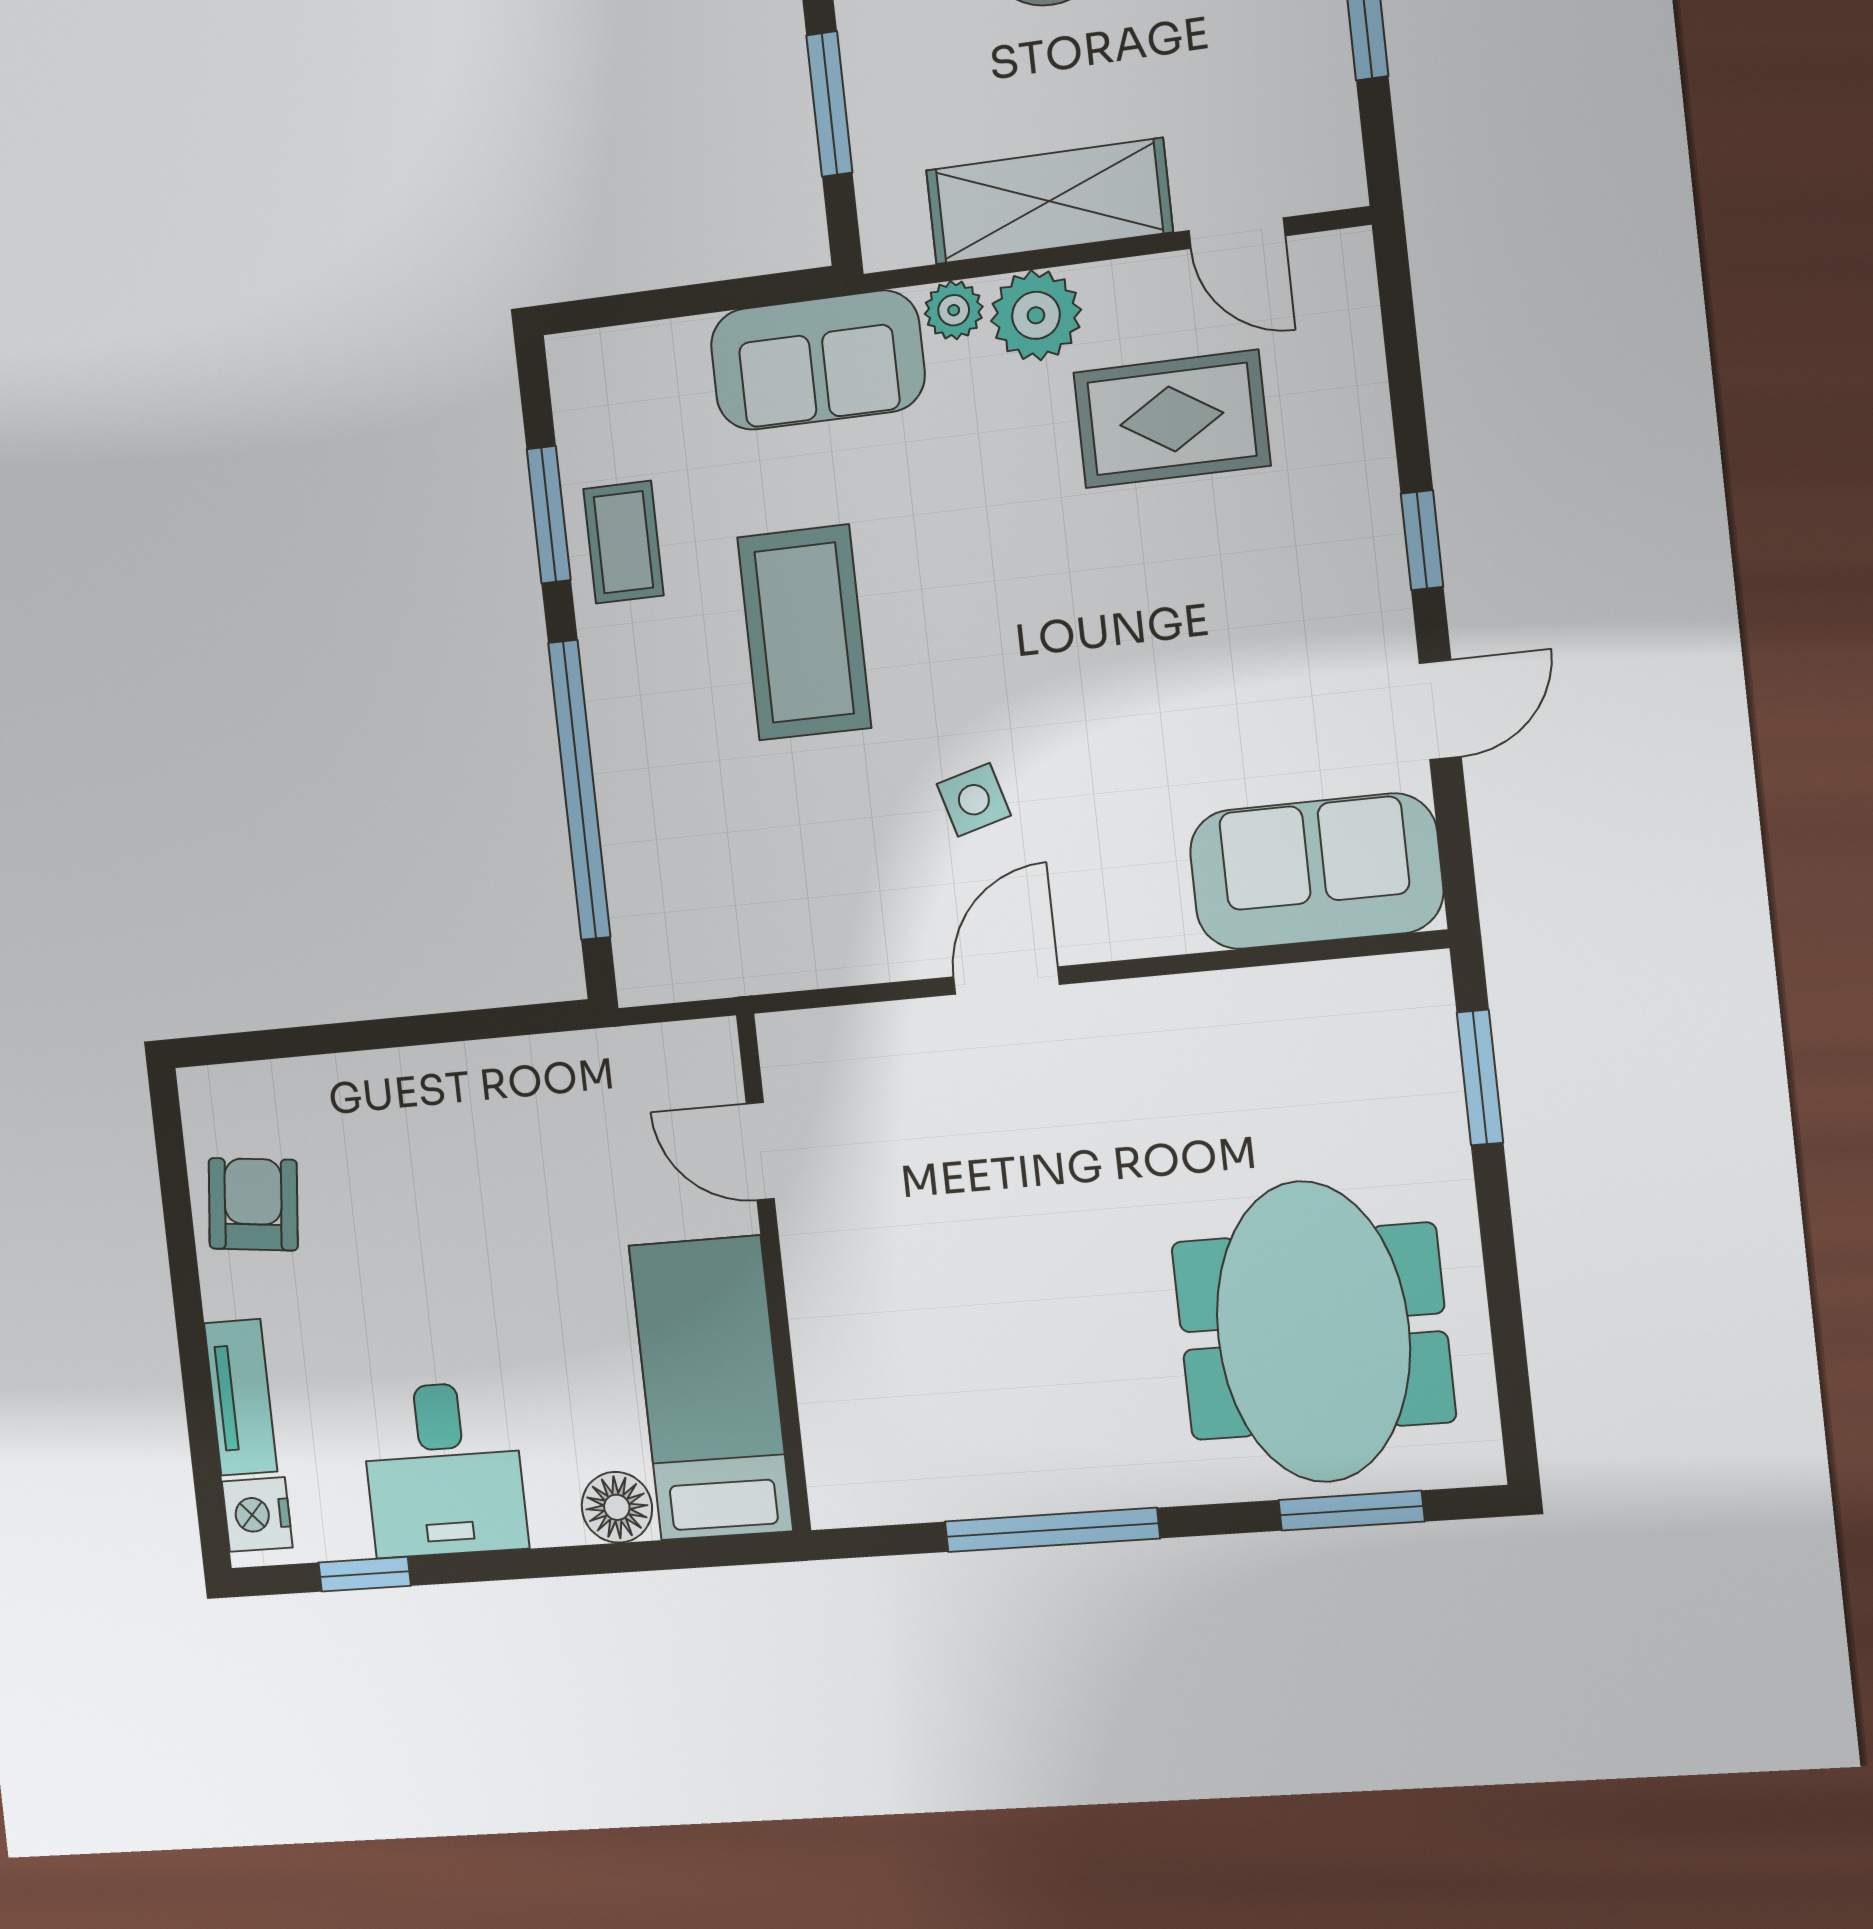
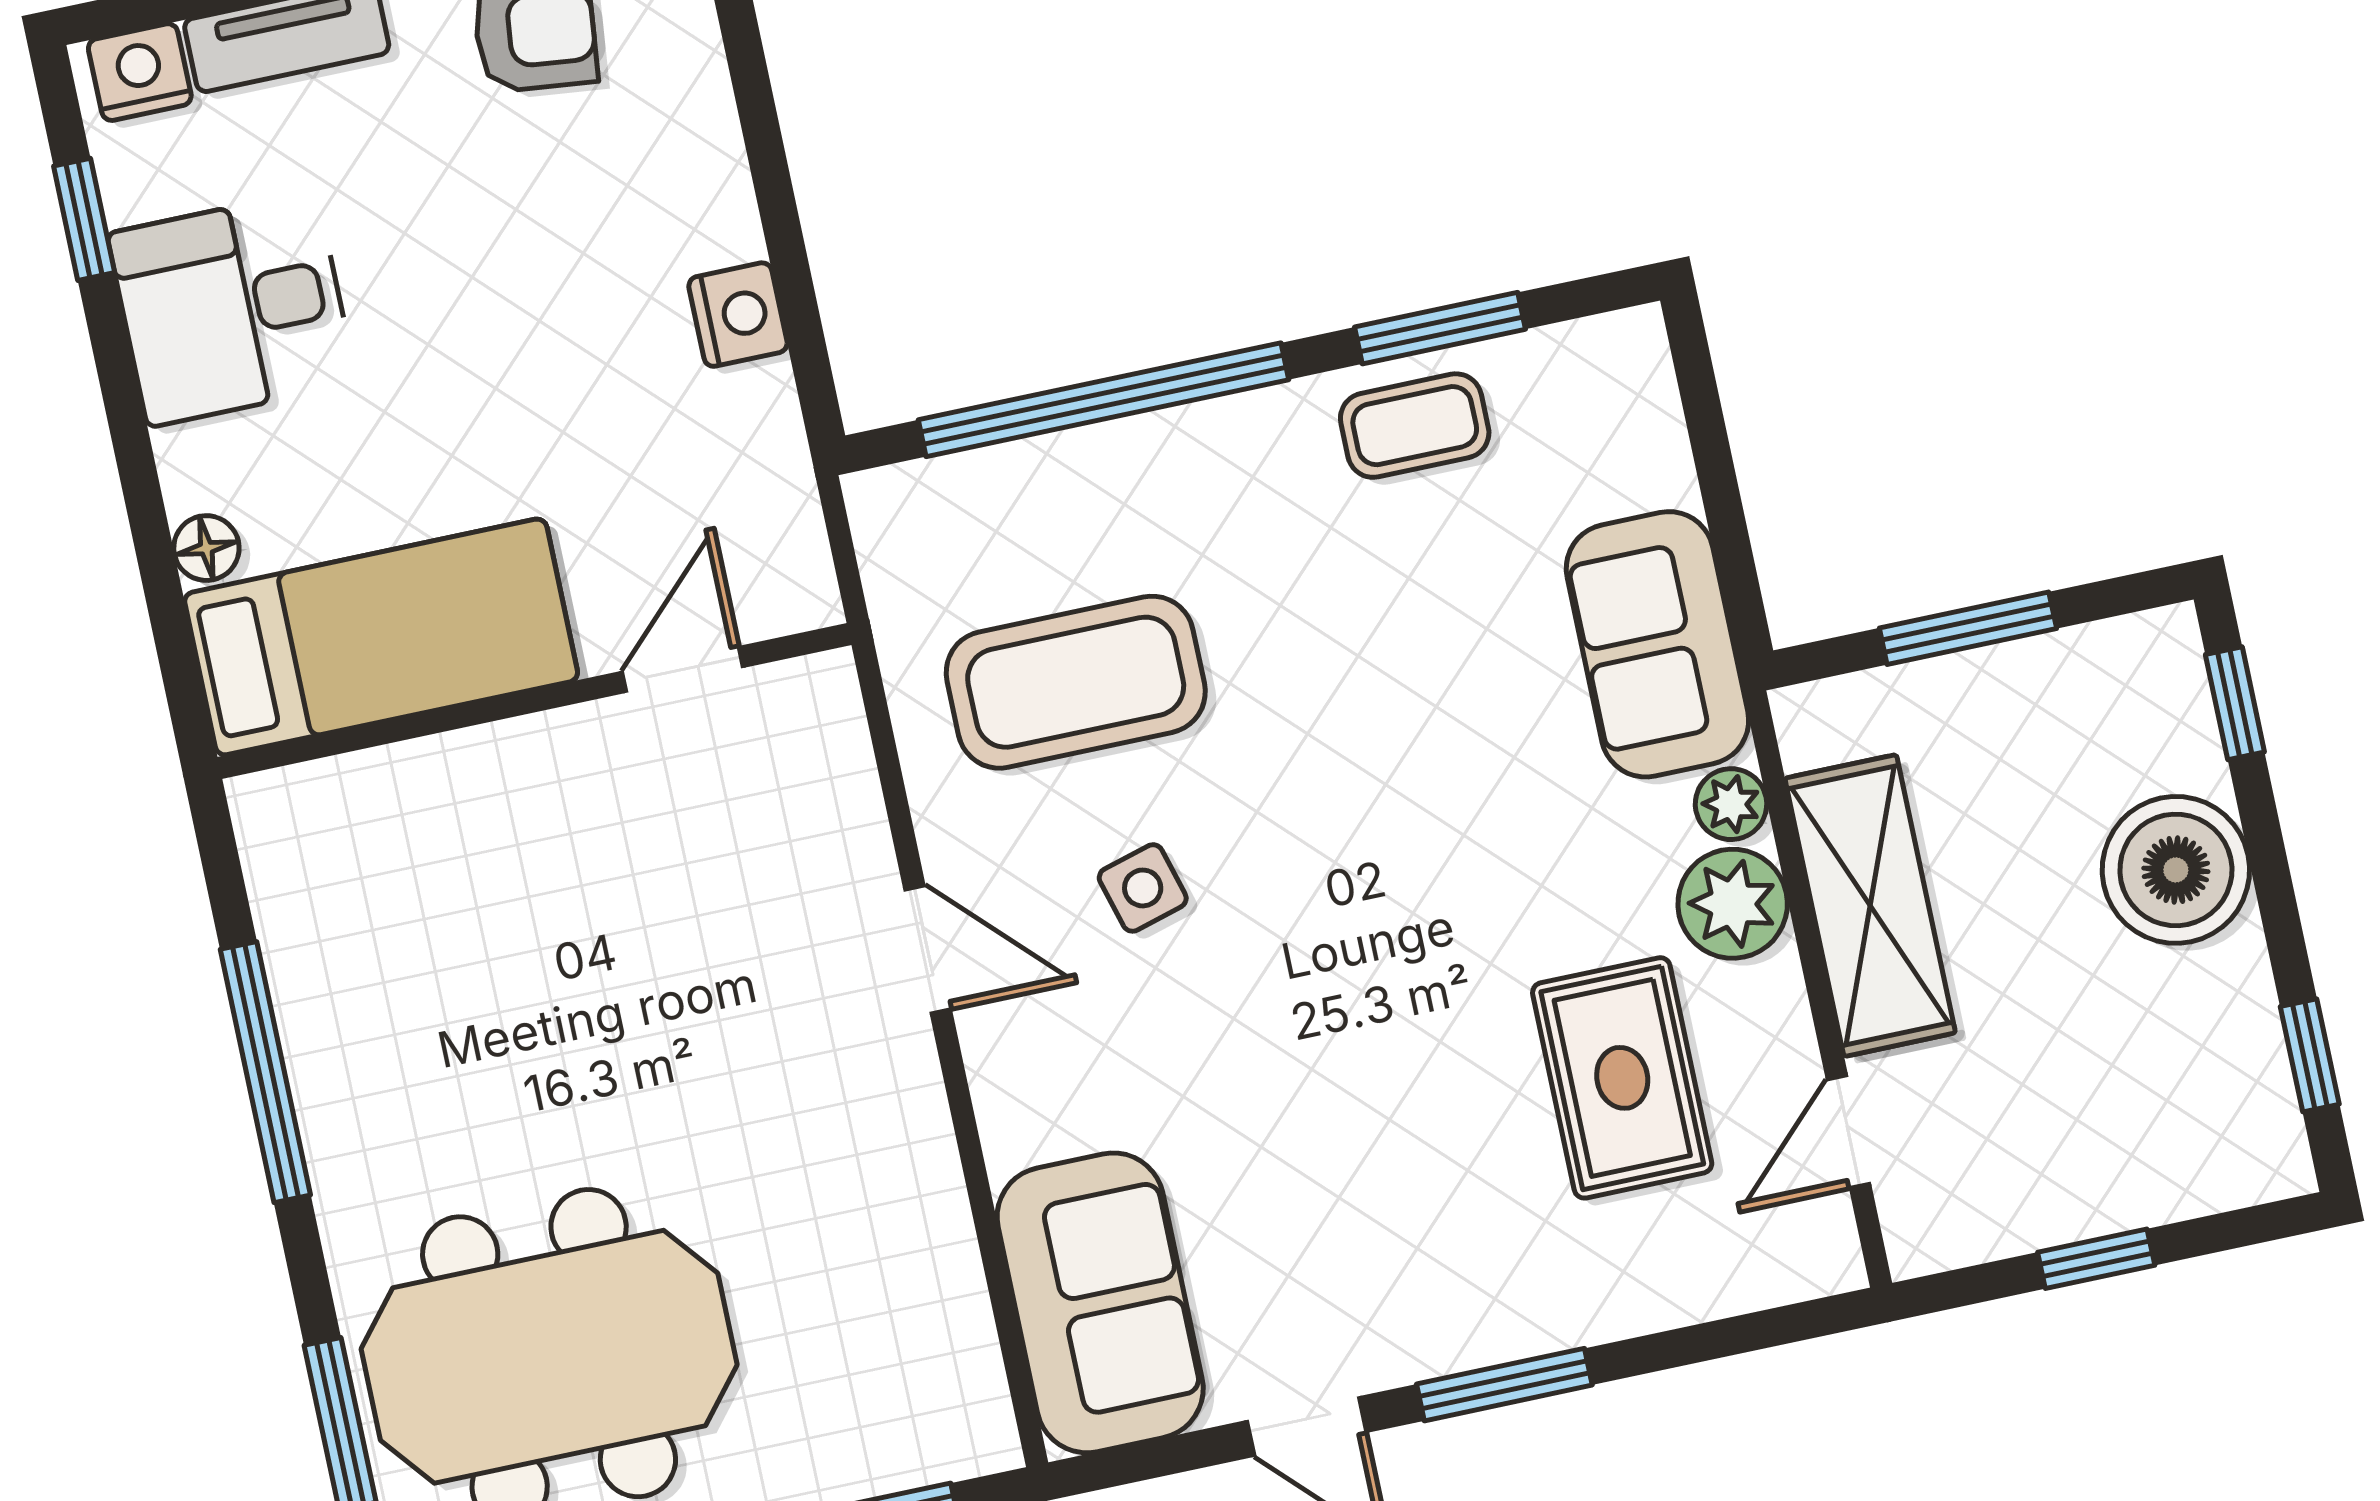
window: (1422, 540) -> (1504, 1385), width x1.50
coffee table: (804, 633) -> (1076, 682), moved
nightstand: (485, 1073) -> (738, 315), added
floor lamp: (617, 1507) -> (206, 548), width x0.73, depth x0.73

